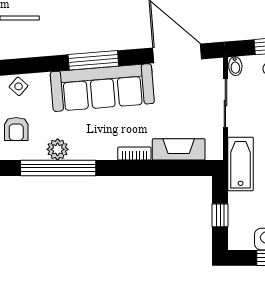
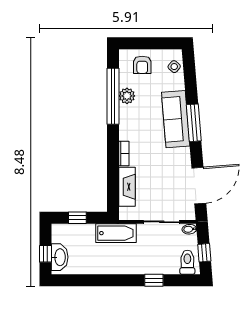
sofa: (102, 88) -> (176, 119), width x0.74, depth x0.79
armchair: (16, 129) -> (142, 65), turned -90

